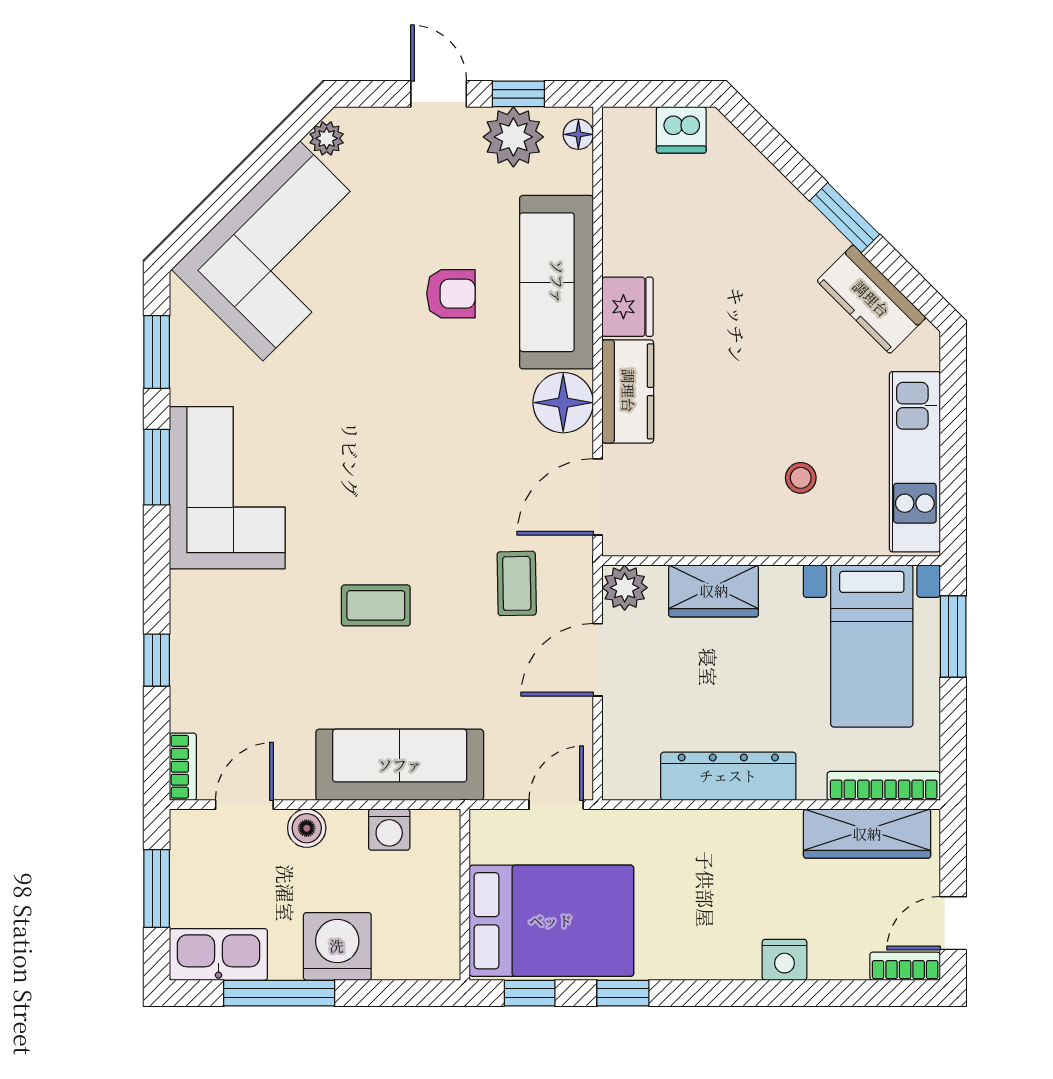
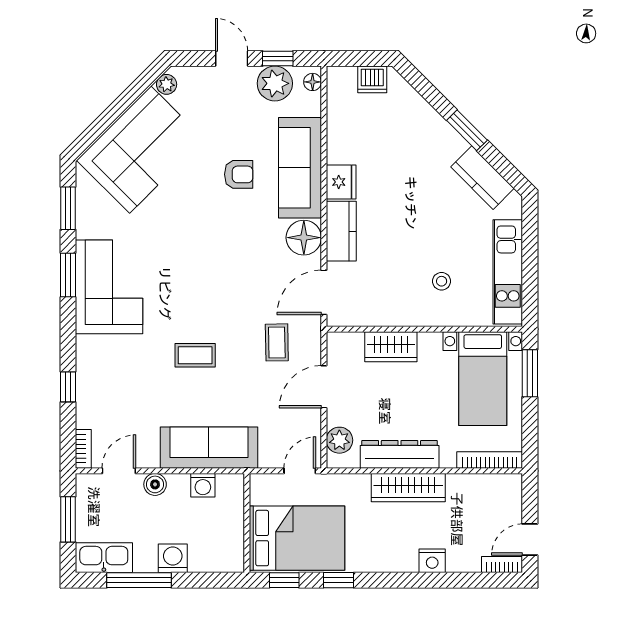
plant: (625, 588) -> (339, 440), moved
wardrobe: (867, 834) -> (408, 488), moved
washing machine: (337, 946) -> (173, 558), width x0.73, depth x0.73

